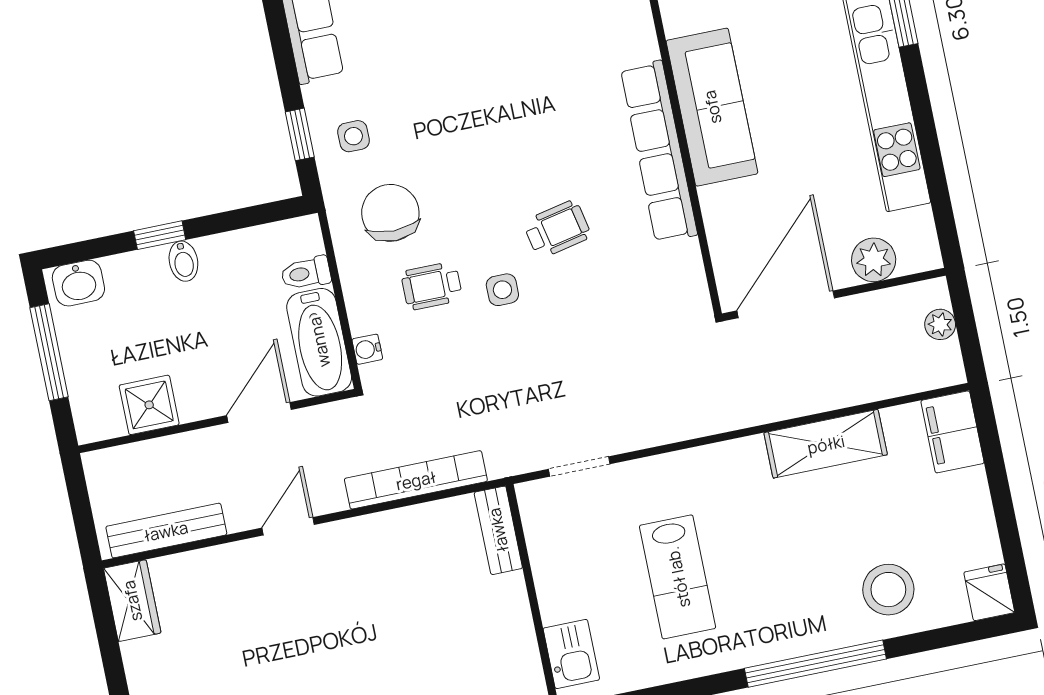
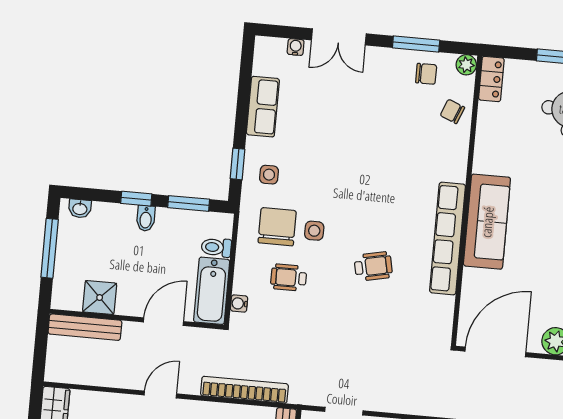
window: (243, 218) -> (189, 203), added
washbasin: (78, 283) -> (80, 209), width x0.72, depth x0.69
side table: (502, 290) -> (314, 231), moved
bench: (166, 531) -> (85, 327), moved

